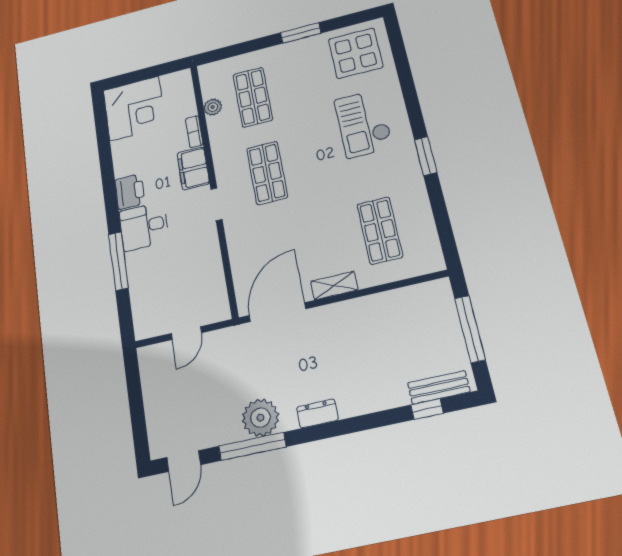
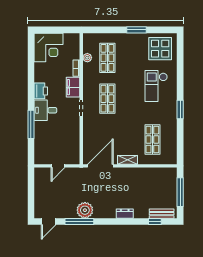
dresser: (317, 414) -> (125, 214), moved

